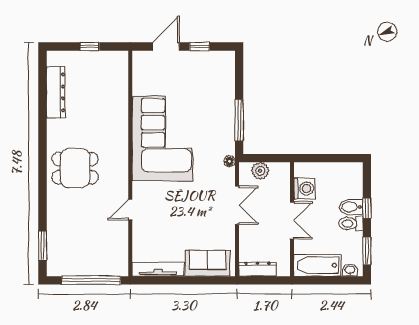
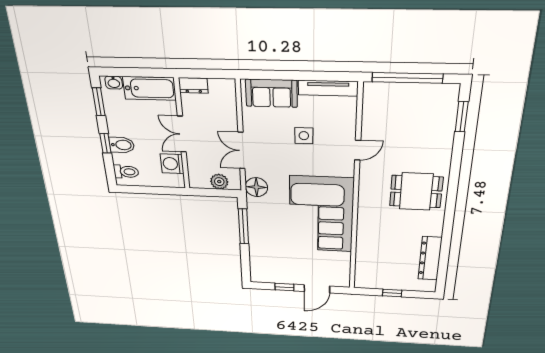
floor lamp: (229, 161) -> (256, 187), width x1.89, depth x1.89
side table: (179, 223) -> (304, 136), added
toilet: (351, 224) -> (126, 172), moved
dresser: (257, 269) -> (193, 85), moved, width x0.70

